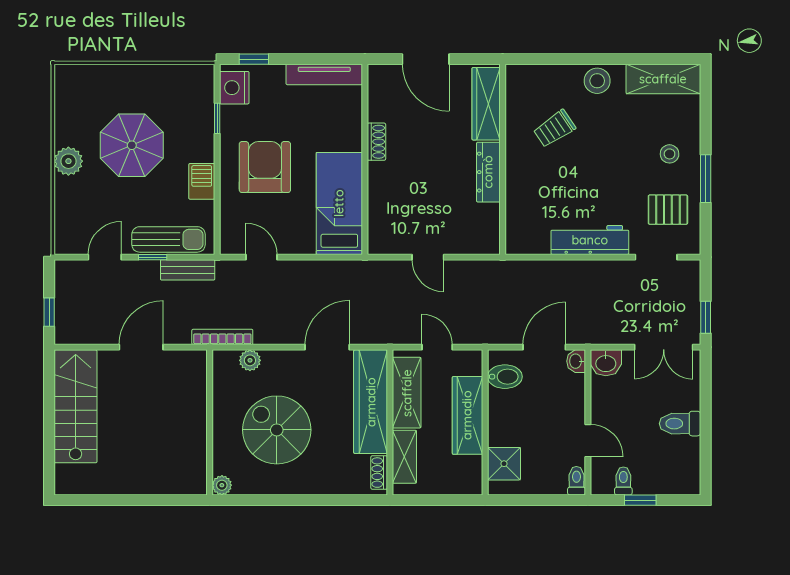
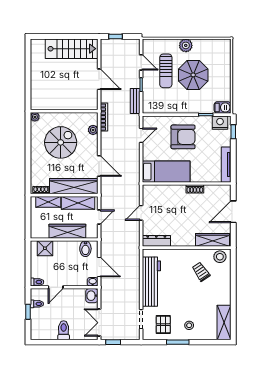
stool: (597, 81) -> (220, 257), moved
dresser: (488, 172) -> (156, 241), moved
barbecue: (202, 181) -> (223, 107), moved
sun lounger: (168, 239) -> (166, 71), moved
workbench: (590, 240) -> (151, 282), width x1.36, depth x1.32

